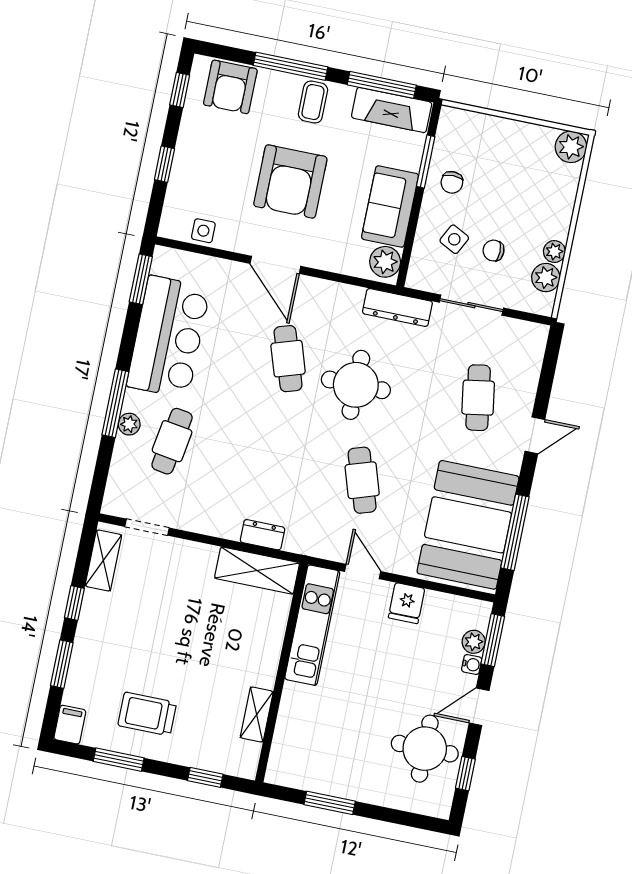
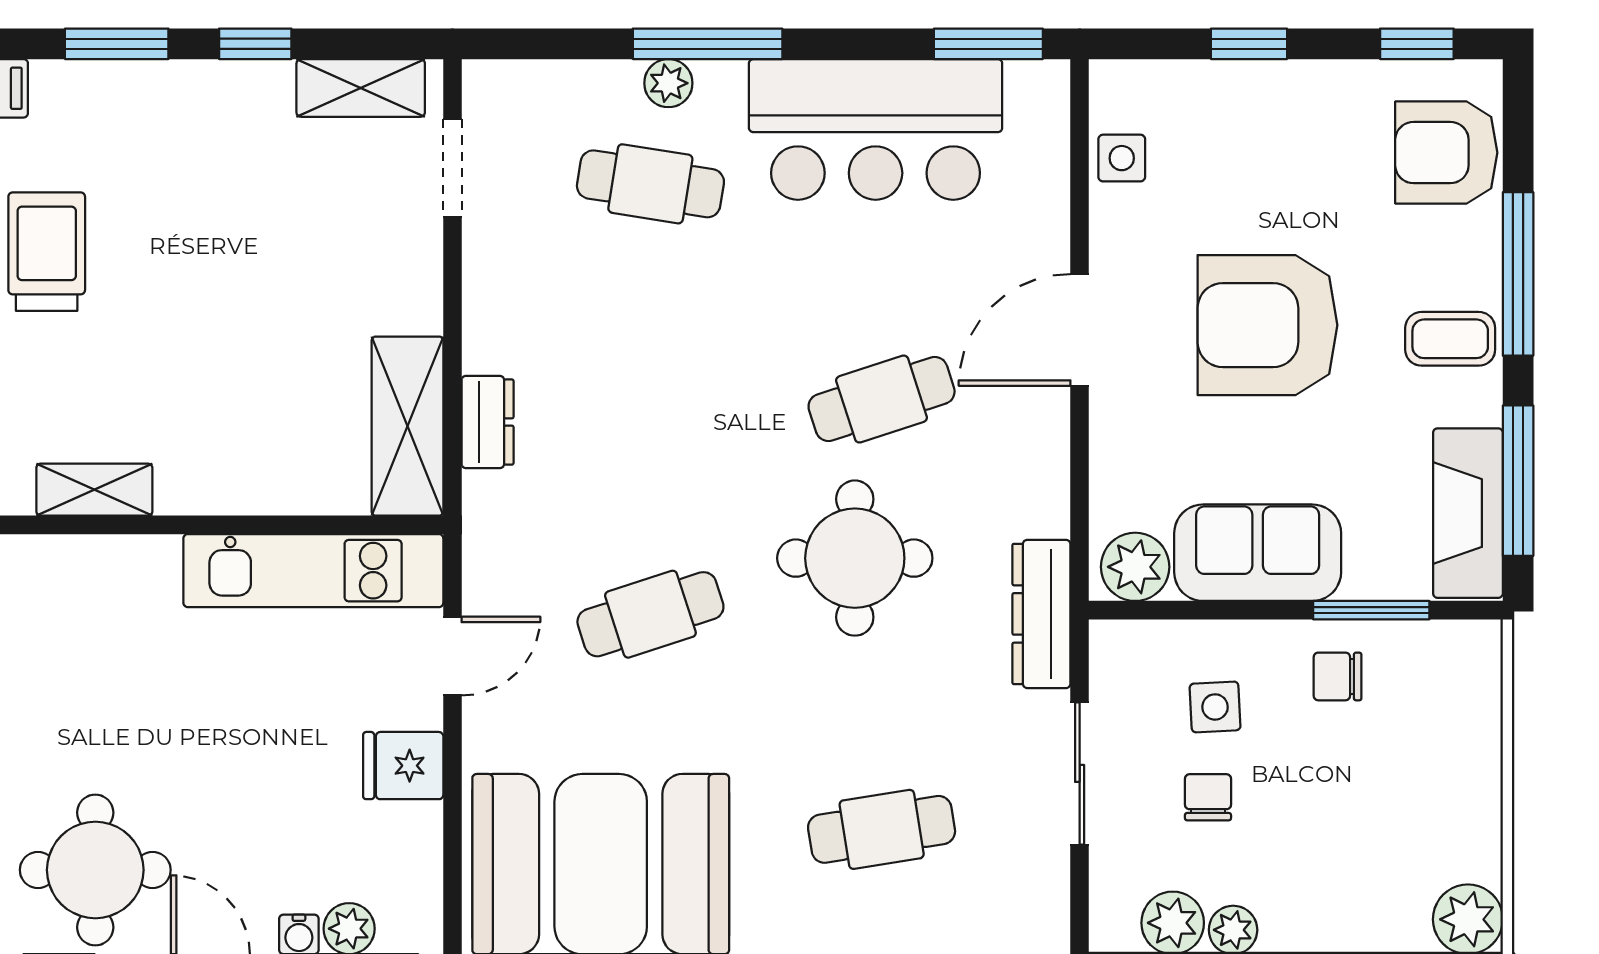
side table: (454, 239) -> (1215, 707), turned -30

